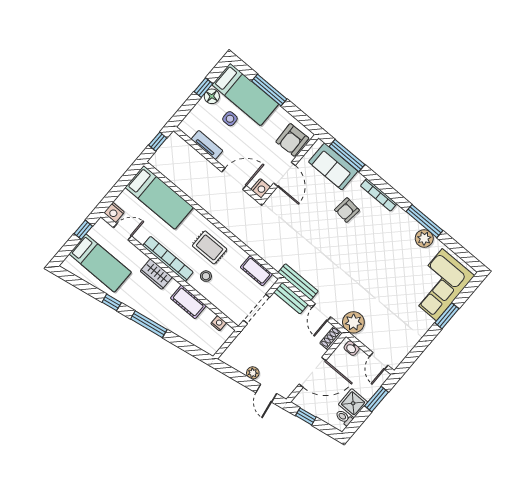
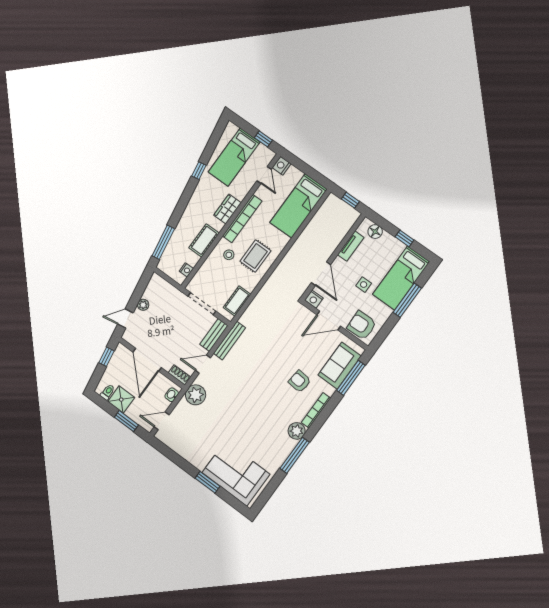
floor lamp: (212, 96) -> (375, 232), moved
side table: (230, 119) -> (364, 285), moved
plant: (424, 238) -> (297, 431), moved
window: (149, 324) -> (163, 242), moved

